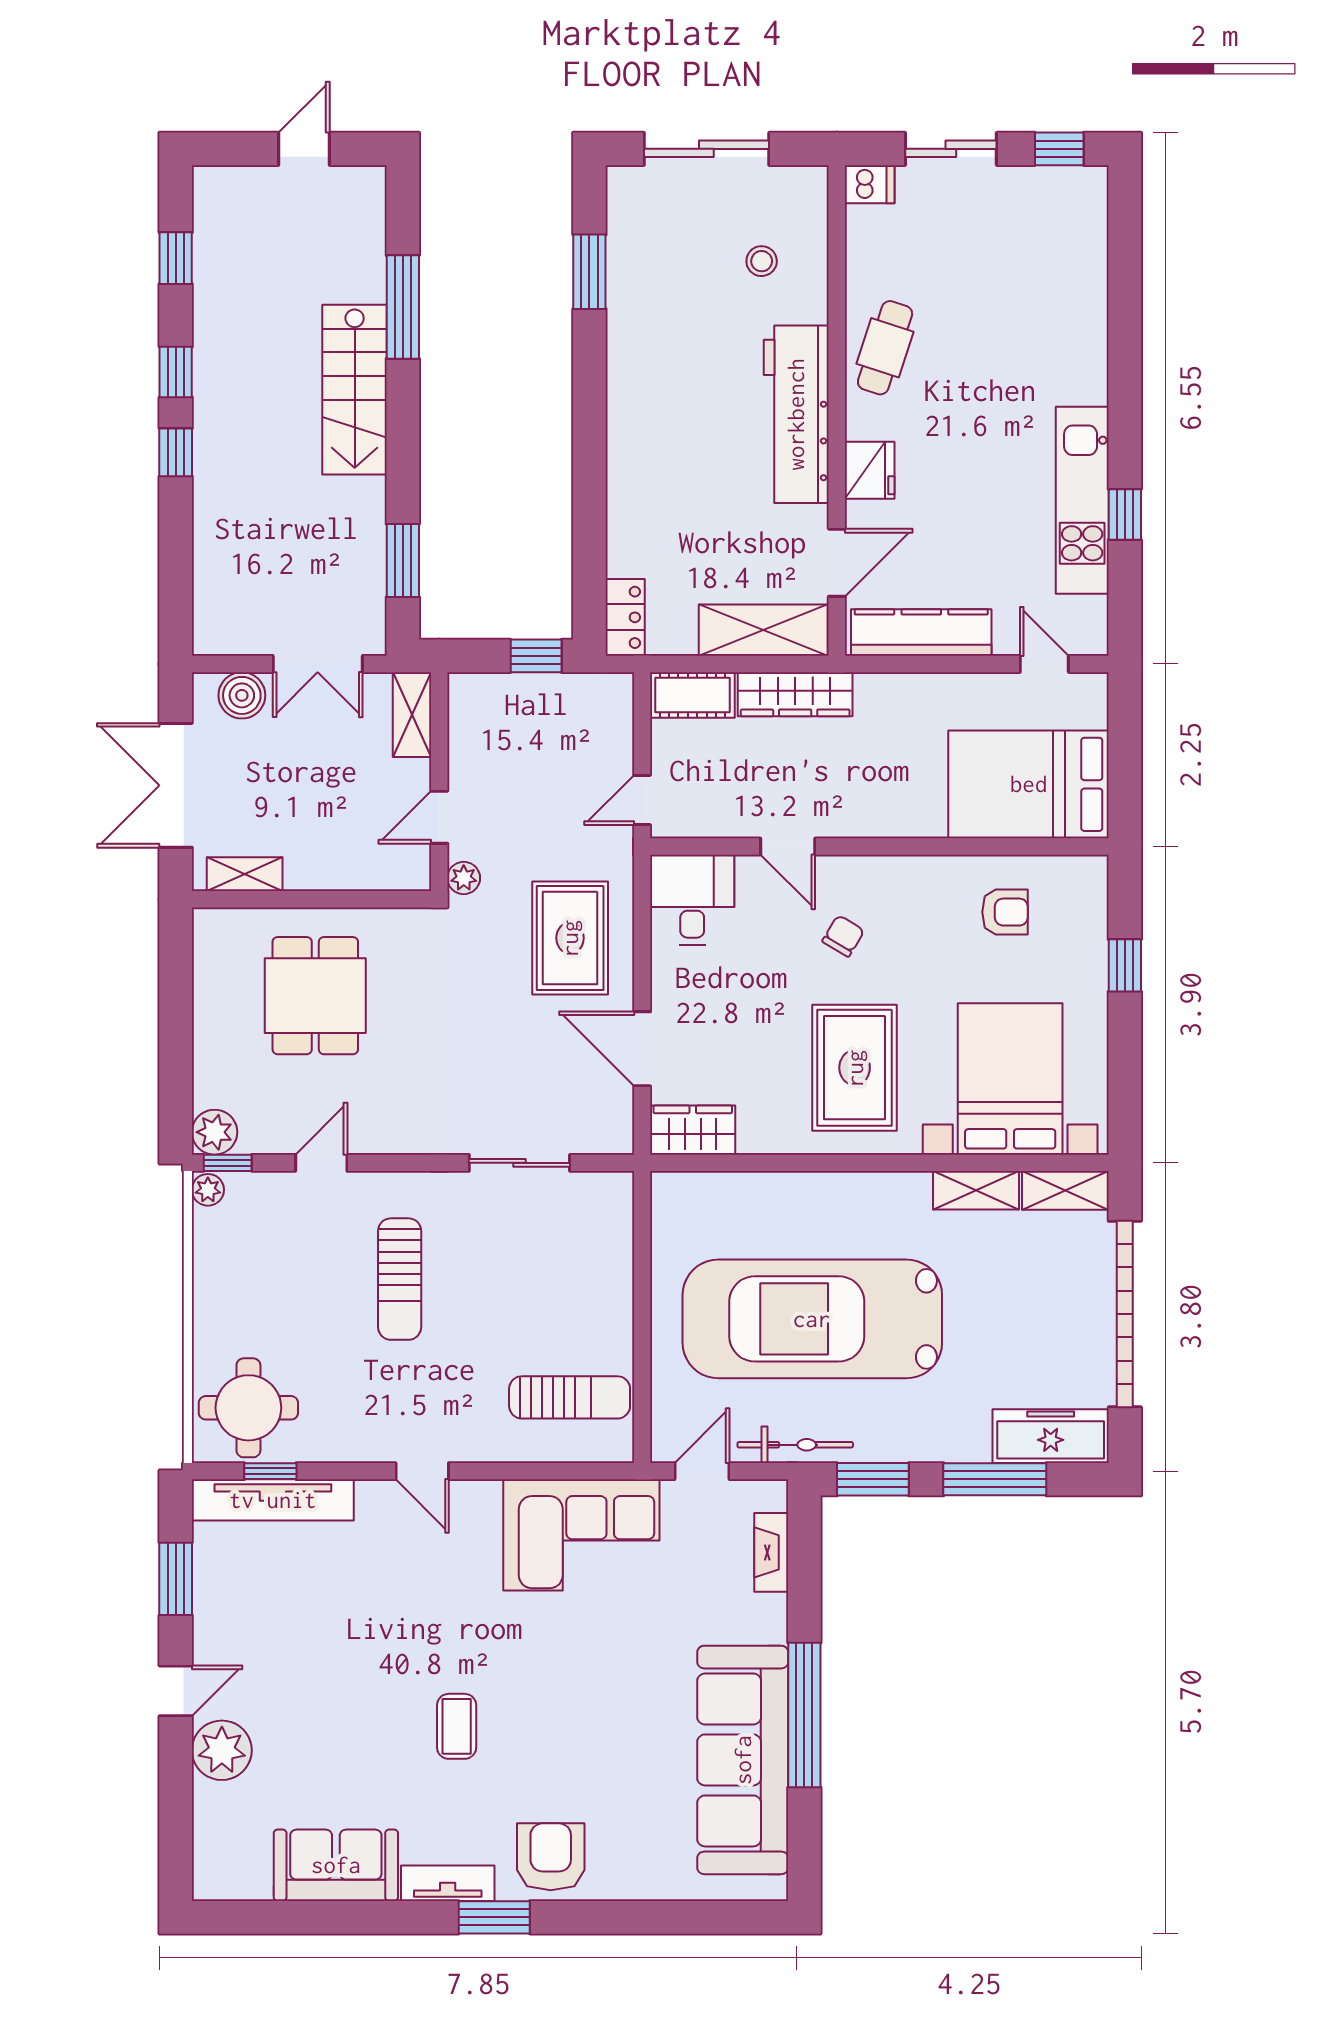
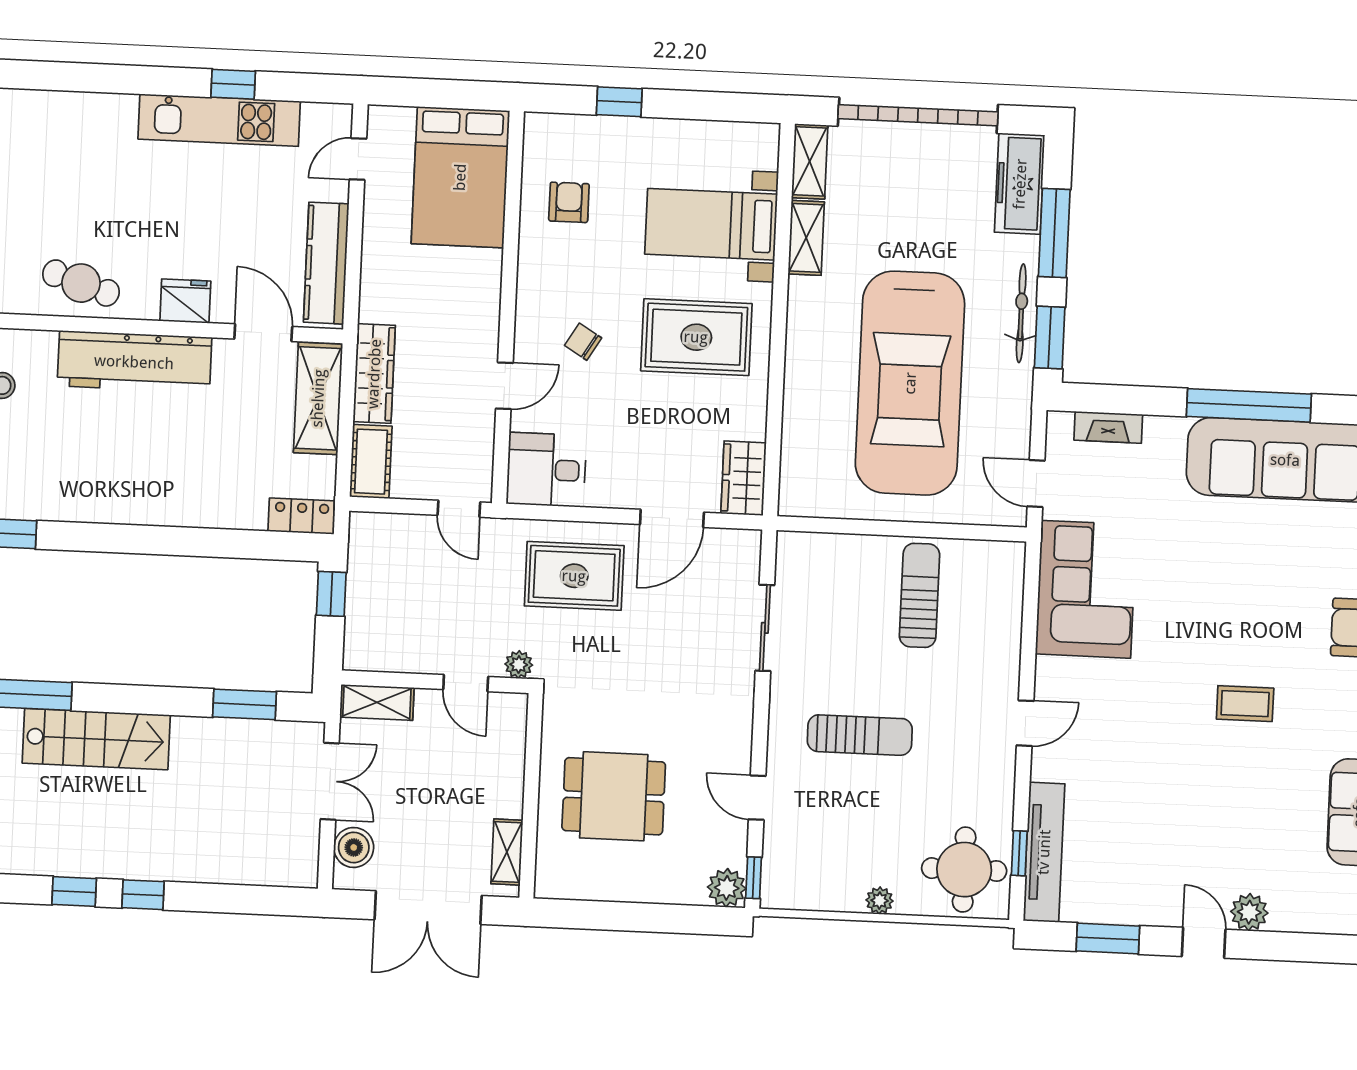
bed with nightstands: (1010, 1079) -> (711, 224), width x0.73
plant: (208, 1190) -> (880, 901), moved
sun lounger: (570, 1397) -> (919, 595), moved
bicycle: (795, 1445) -> (1021, 313), moved
plant: (222, 1750) -> (1249, 912), width x0.73, depth x0.73

